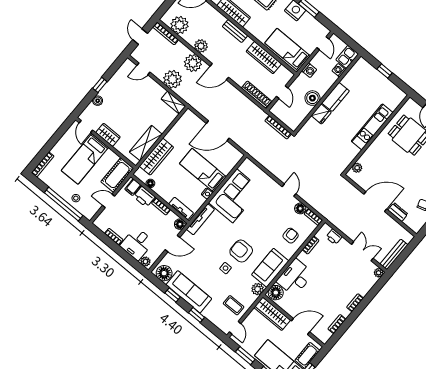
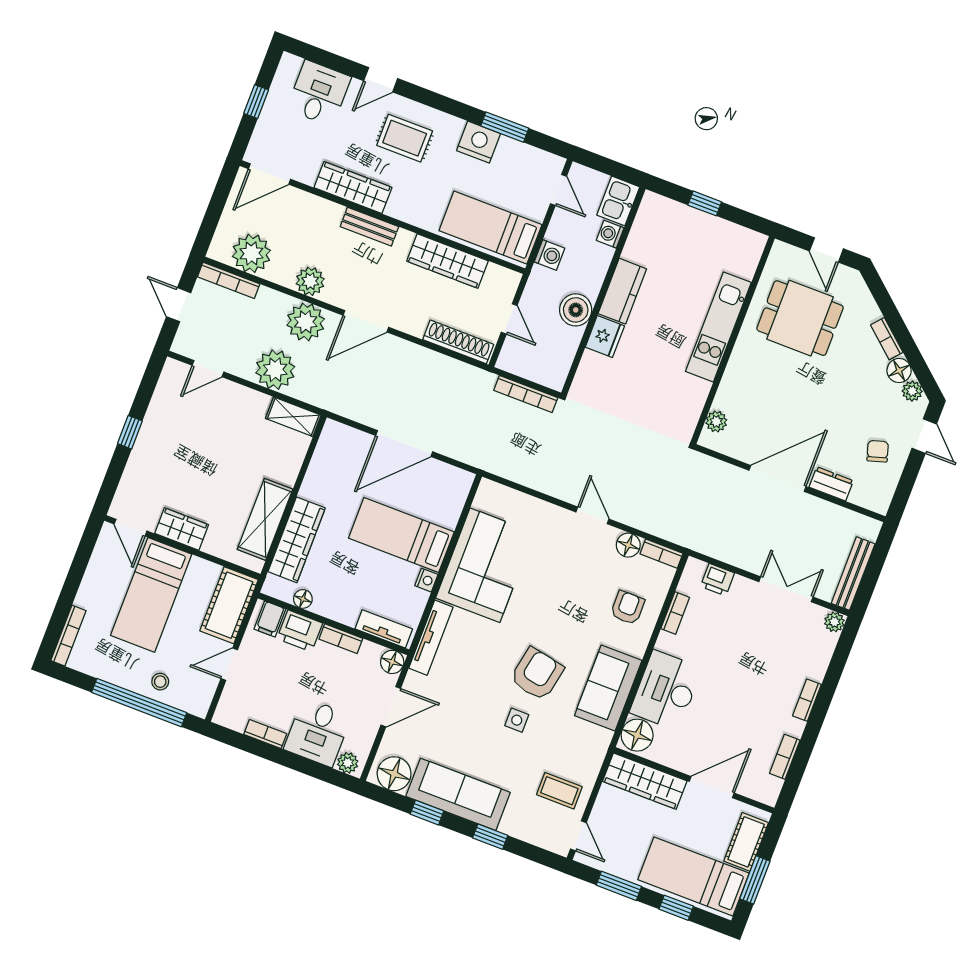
boiler: (98, 101) -> (136, 466), removed
armchair: (241, 251) -> (537, 674), turned 101
plant: (258, 289) -> (597, 741), removed

